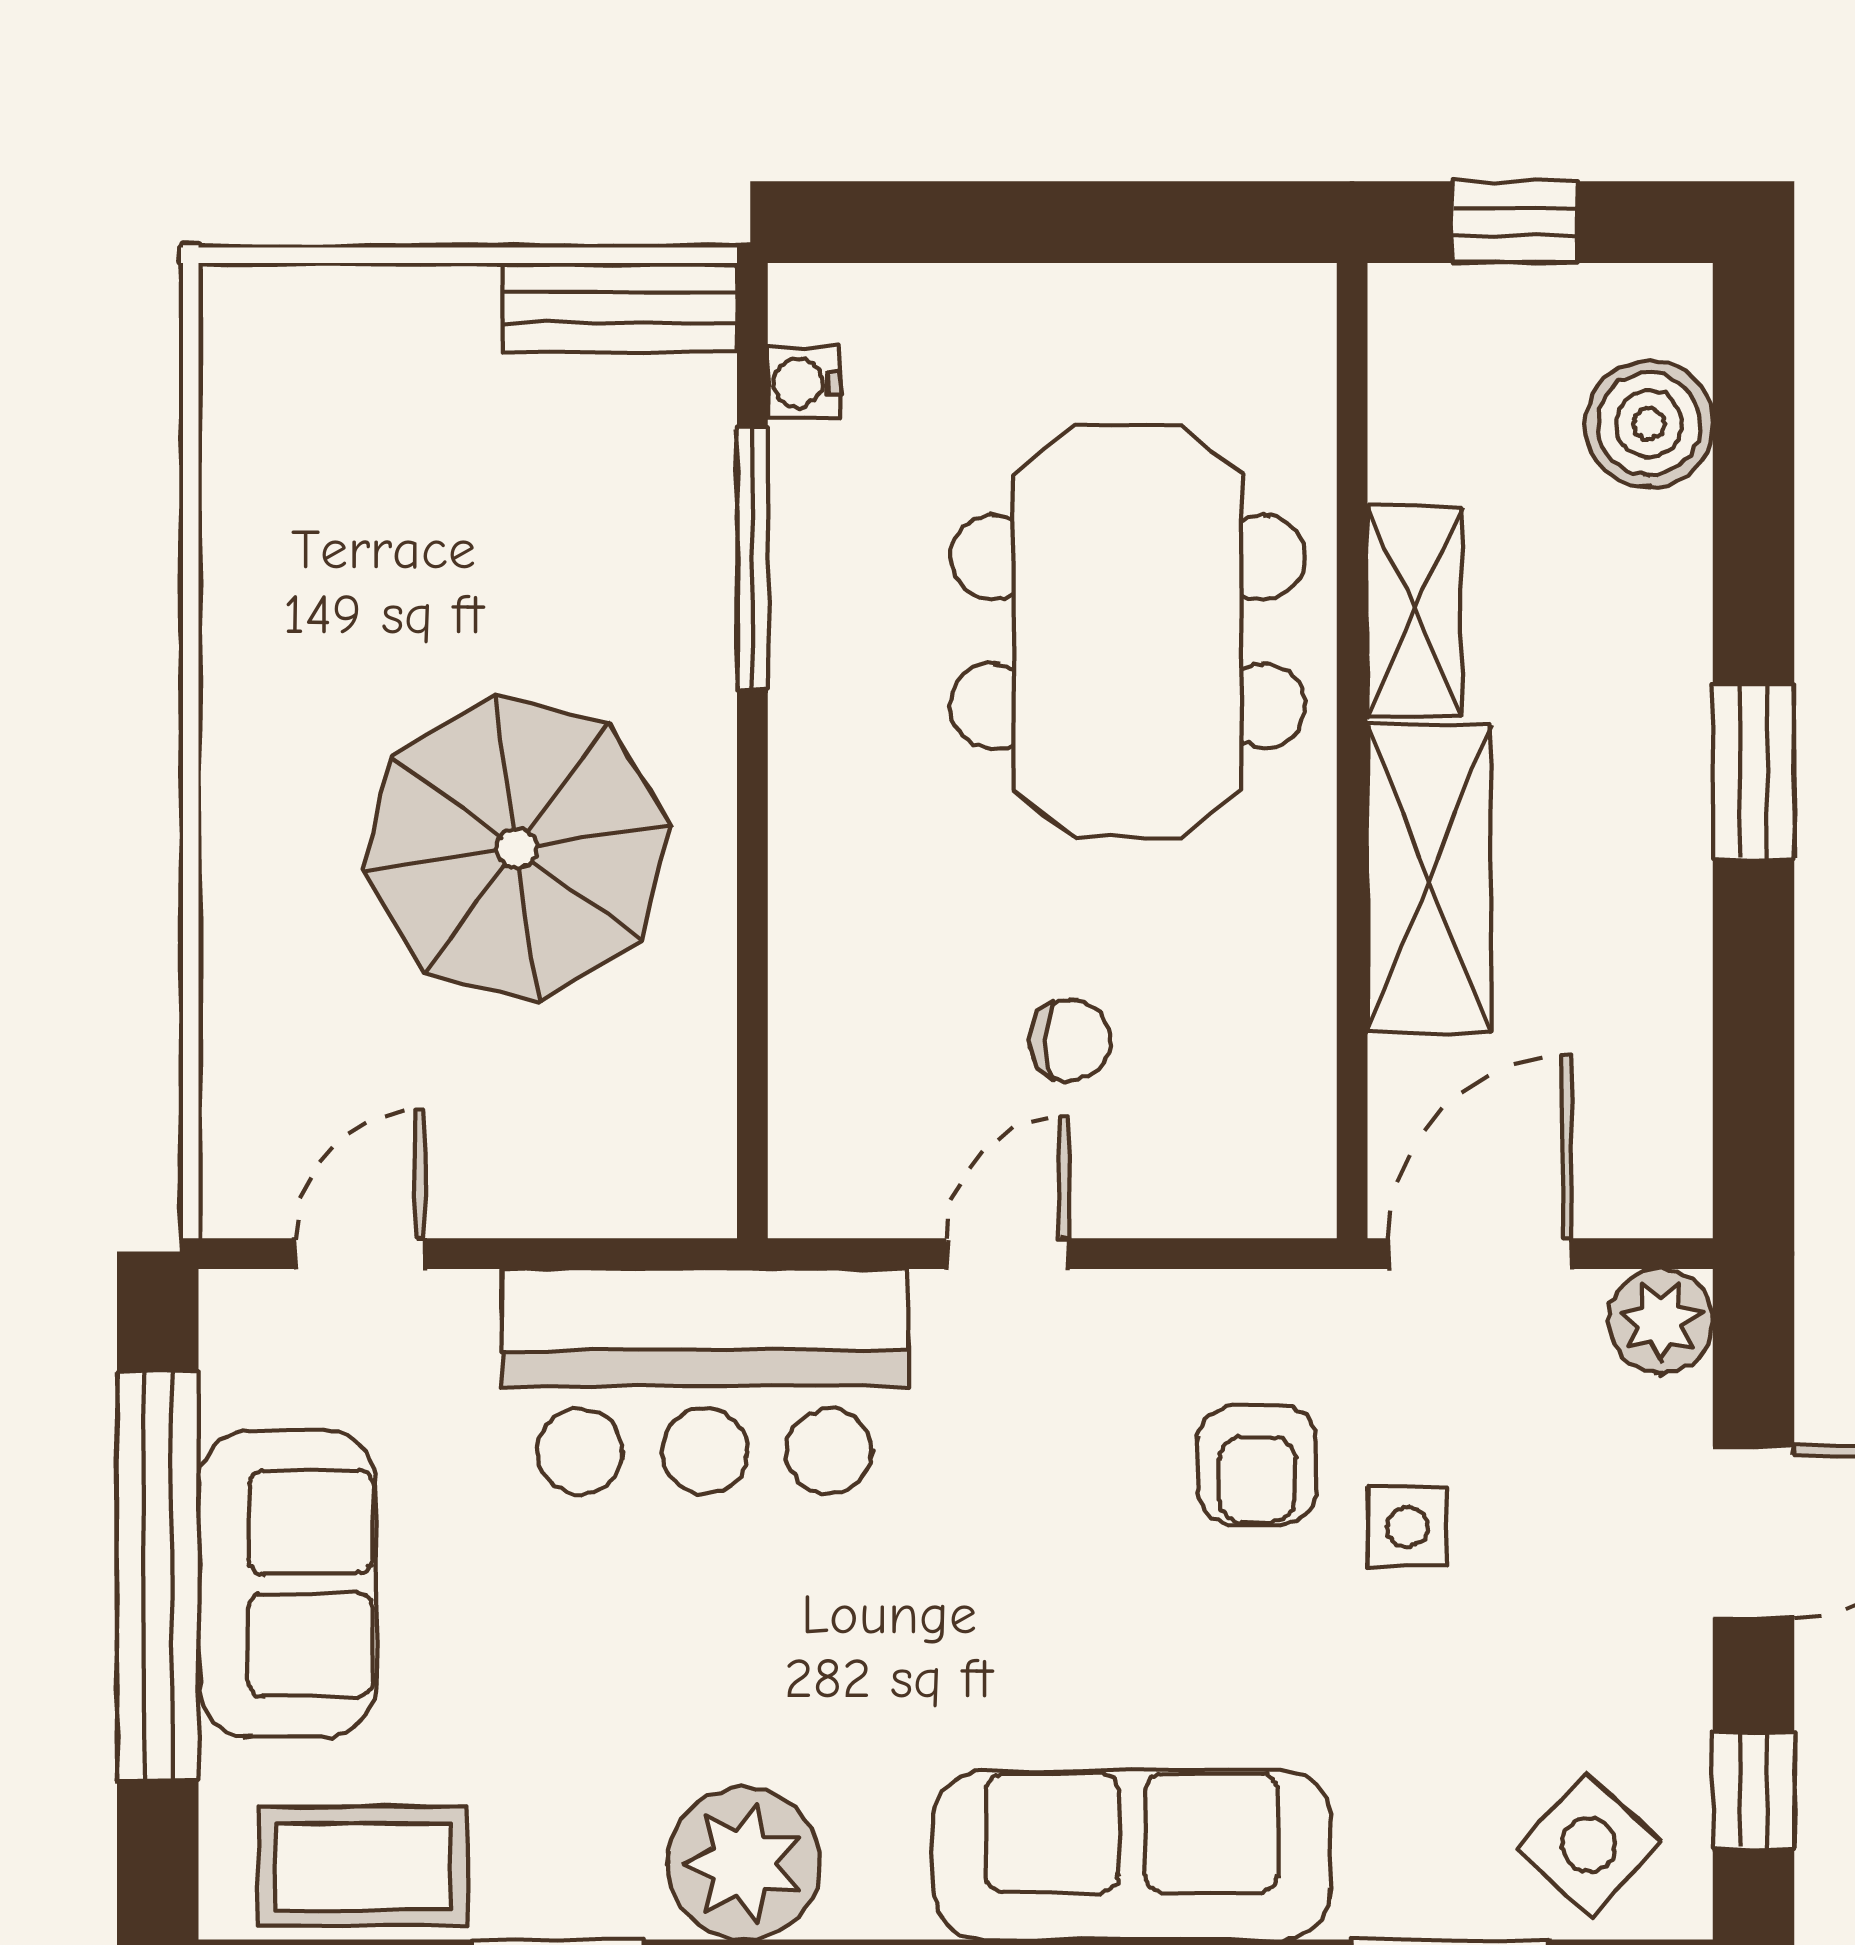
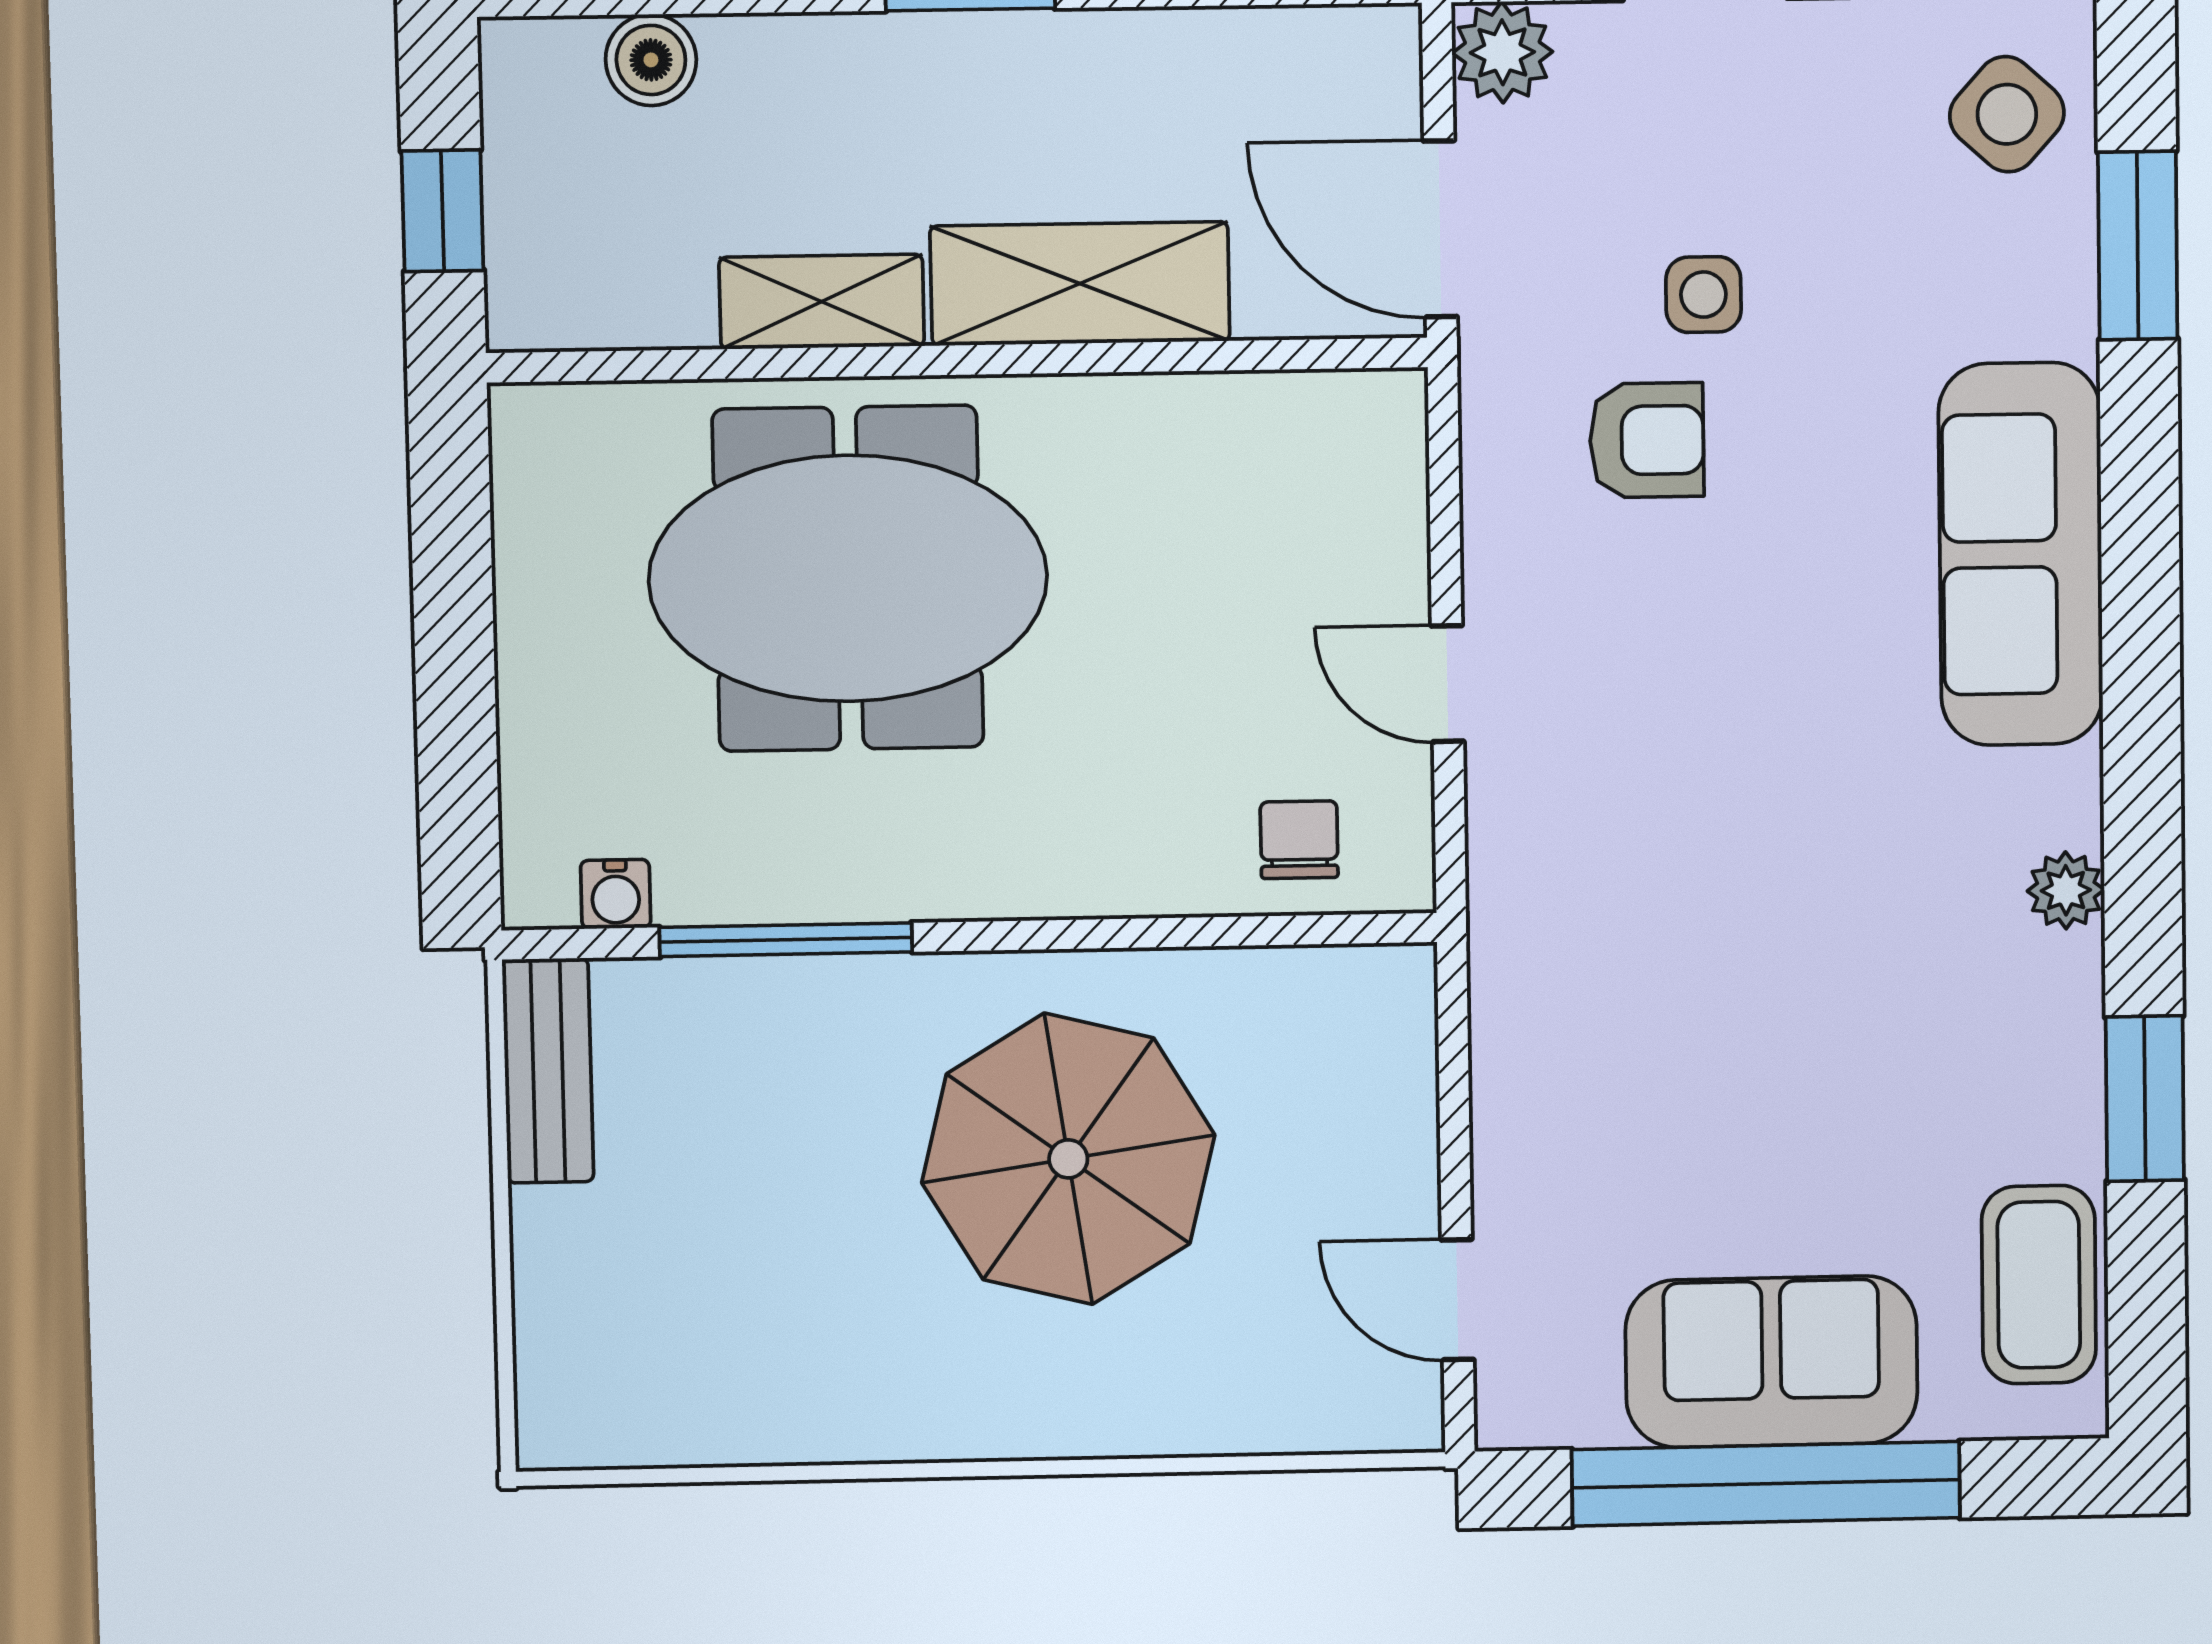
boiler: (1649, 424) -> (651, 60), width x0.73, depth x0.73
chair: (1070, 1040) -> (1299, 840), moved
bar counter: (705, 1381) -> (1574, 970), removed
plant: (743, 1864) -> (2066, 890), width x0.53, depth x0.53

